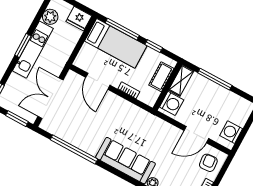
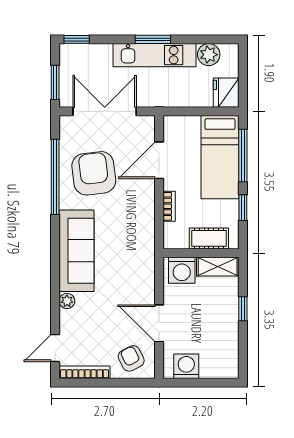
window: (215, 79) -> (243, 309), width x0.46
armchair: (84, 125) -> (94, 173), added
armchair: (208, 163) -> (131, 358), turned -112

